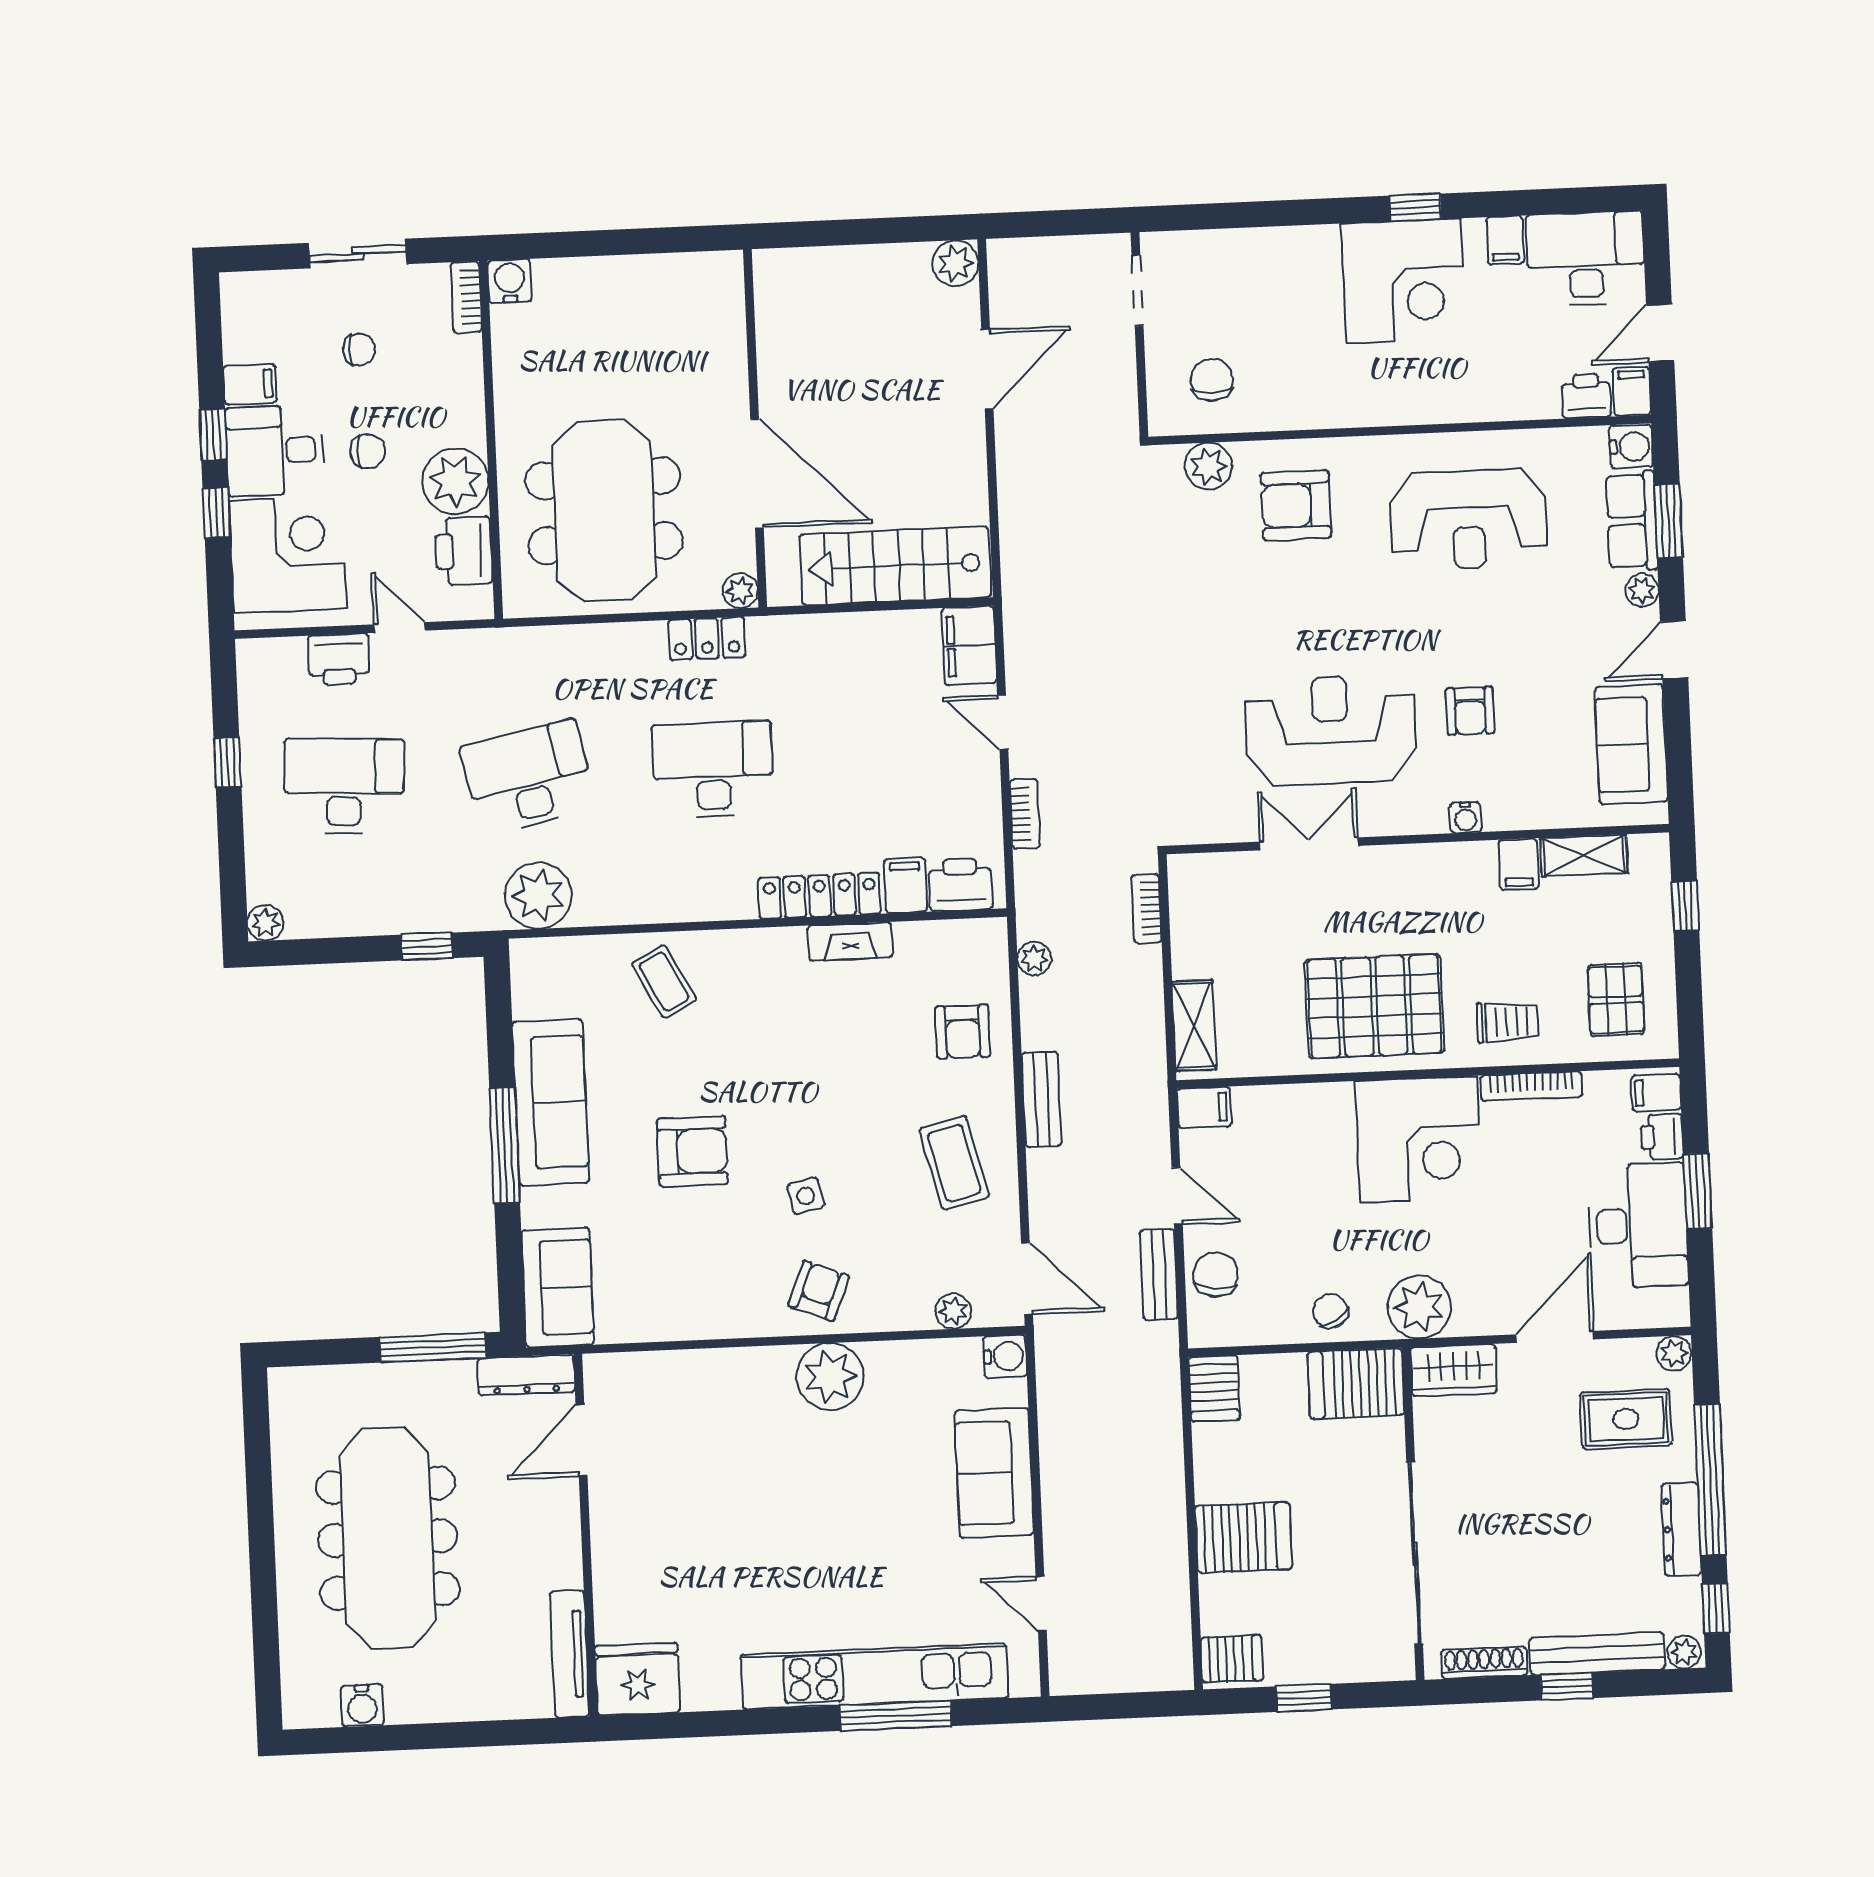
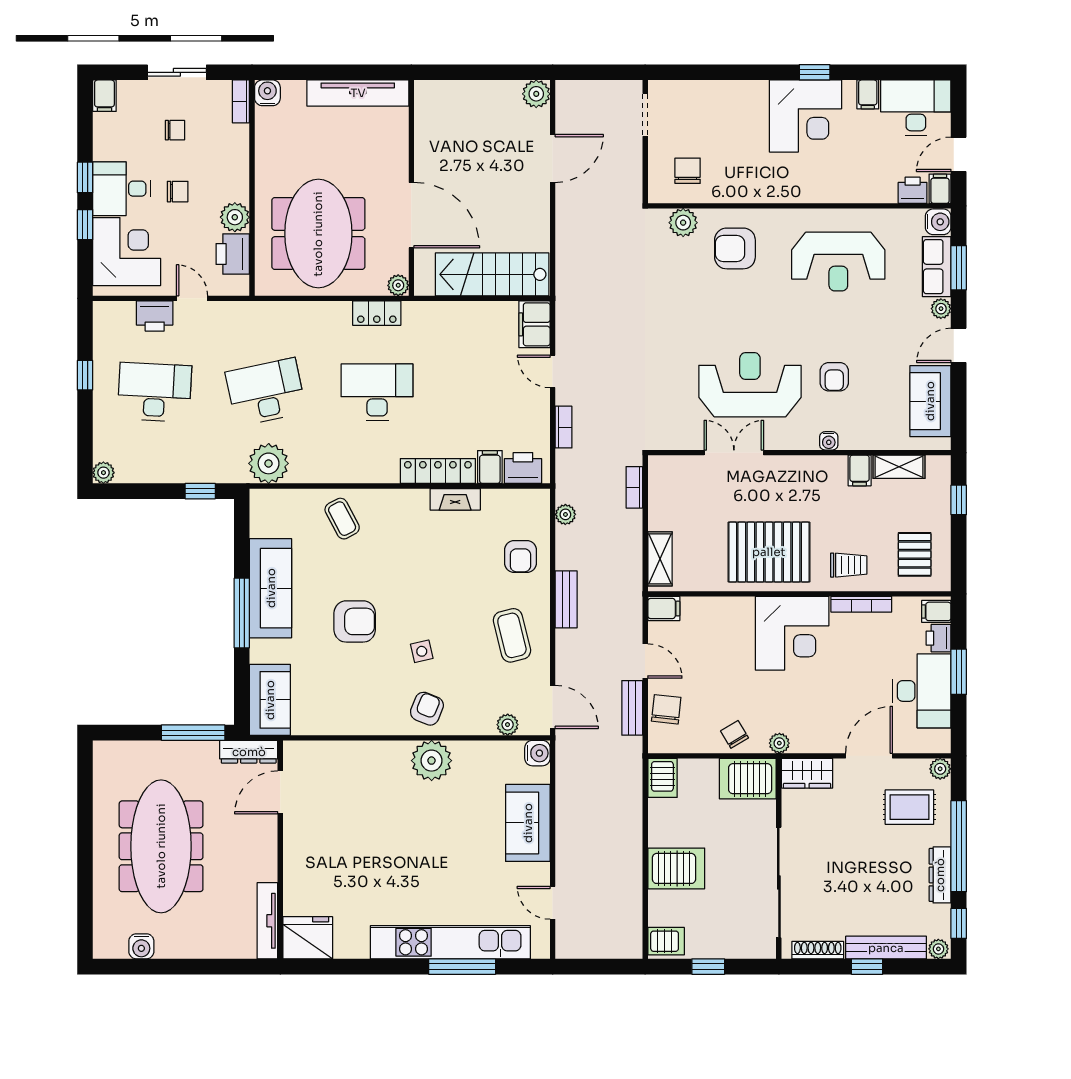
tv unit: (659, 275) -> (358, 93), added
filing cabinet: (250, 384) -> (104, 96), moved, turned 90
plant: (455, 481) -> (235, 217), width x0.73, depth x0.73
plant: (1419, 1307) -> (779, 743), width x0.53, depth x0.53

